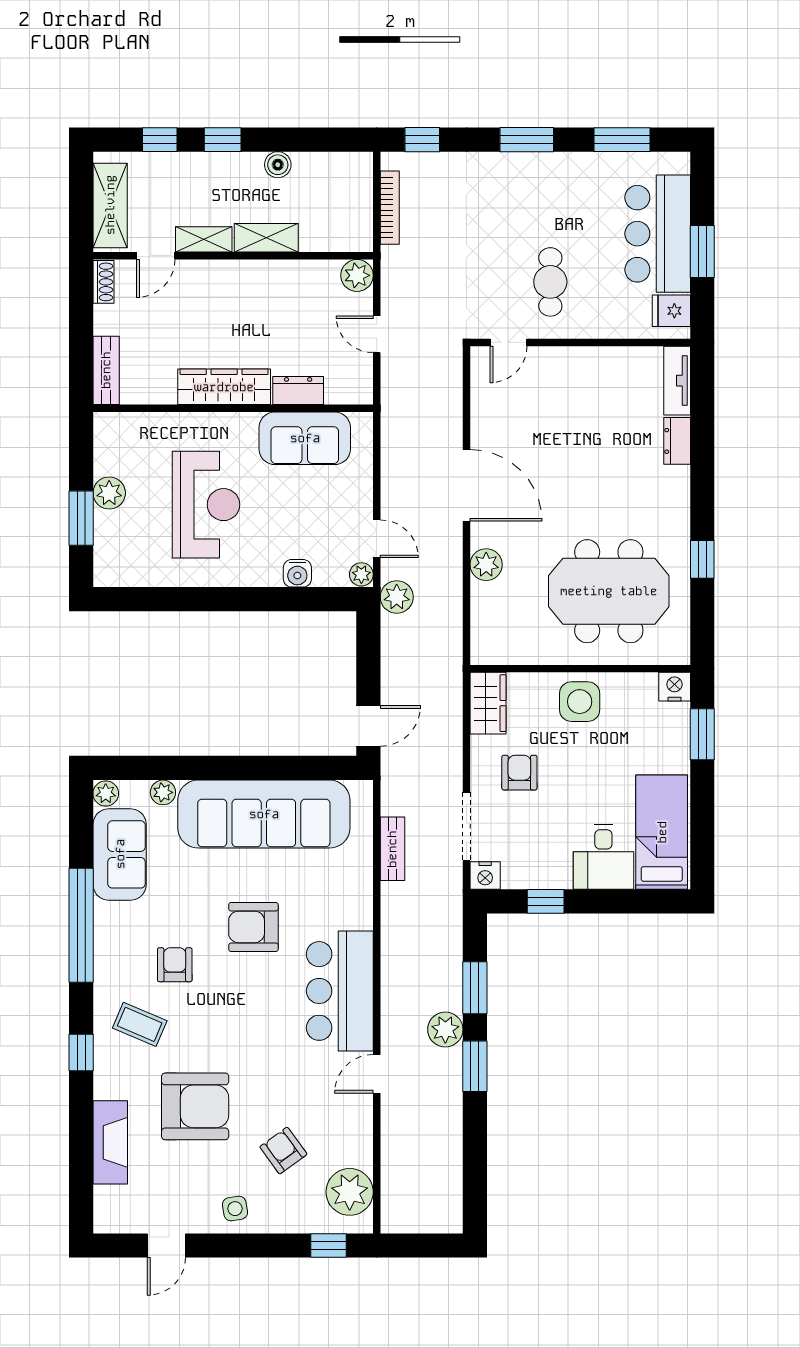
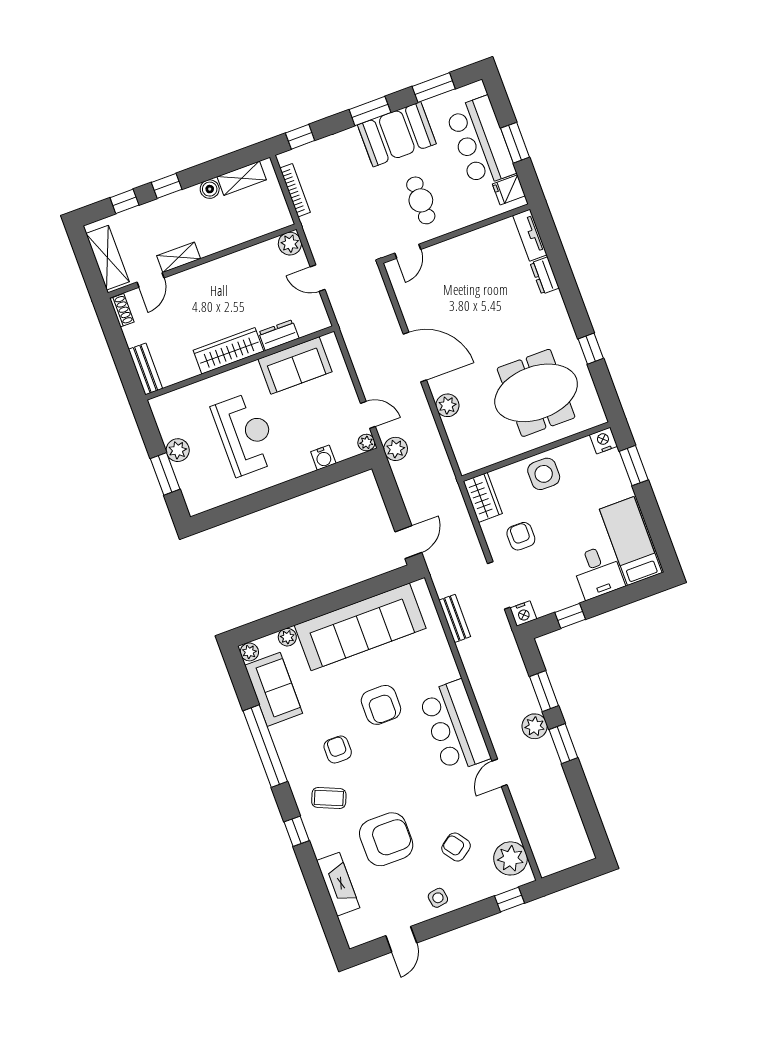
booth: (551, 183) -> (397, 134), added
shelving: (266, 238) -> (242, 178), moved
armchair: (253, 927) -> (381, 705), turned -90

